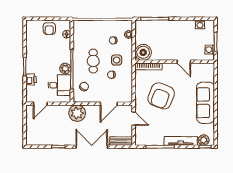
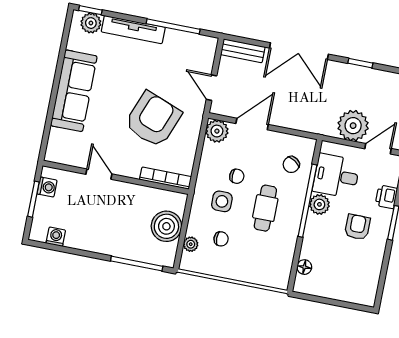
armchair: (49, 29) -> (357, 227), moved
boiler: (143, 52) -> (166, 226), moved
plant: (126, 96) -> (217, 131), added
plant: (77, 113) -> (353, 126), moved

